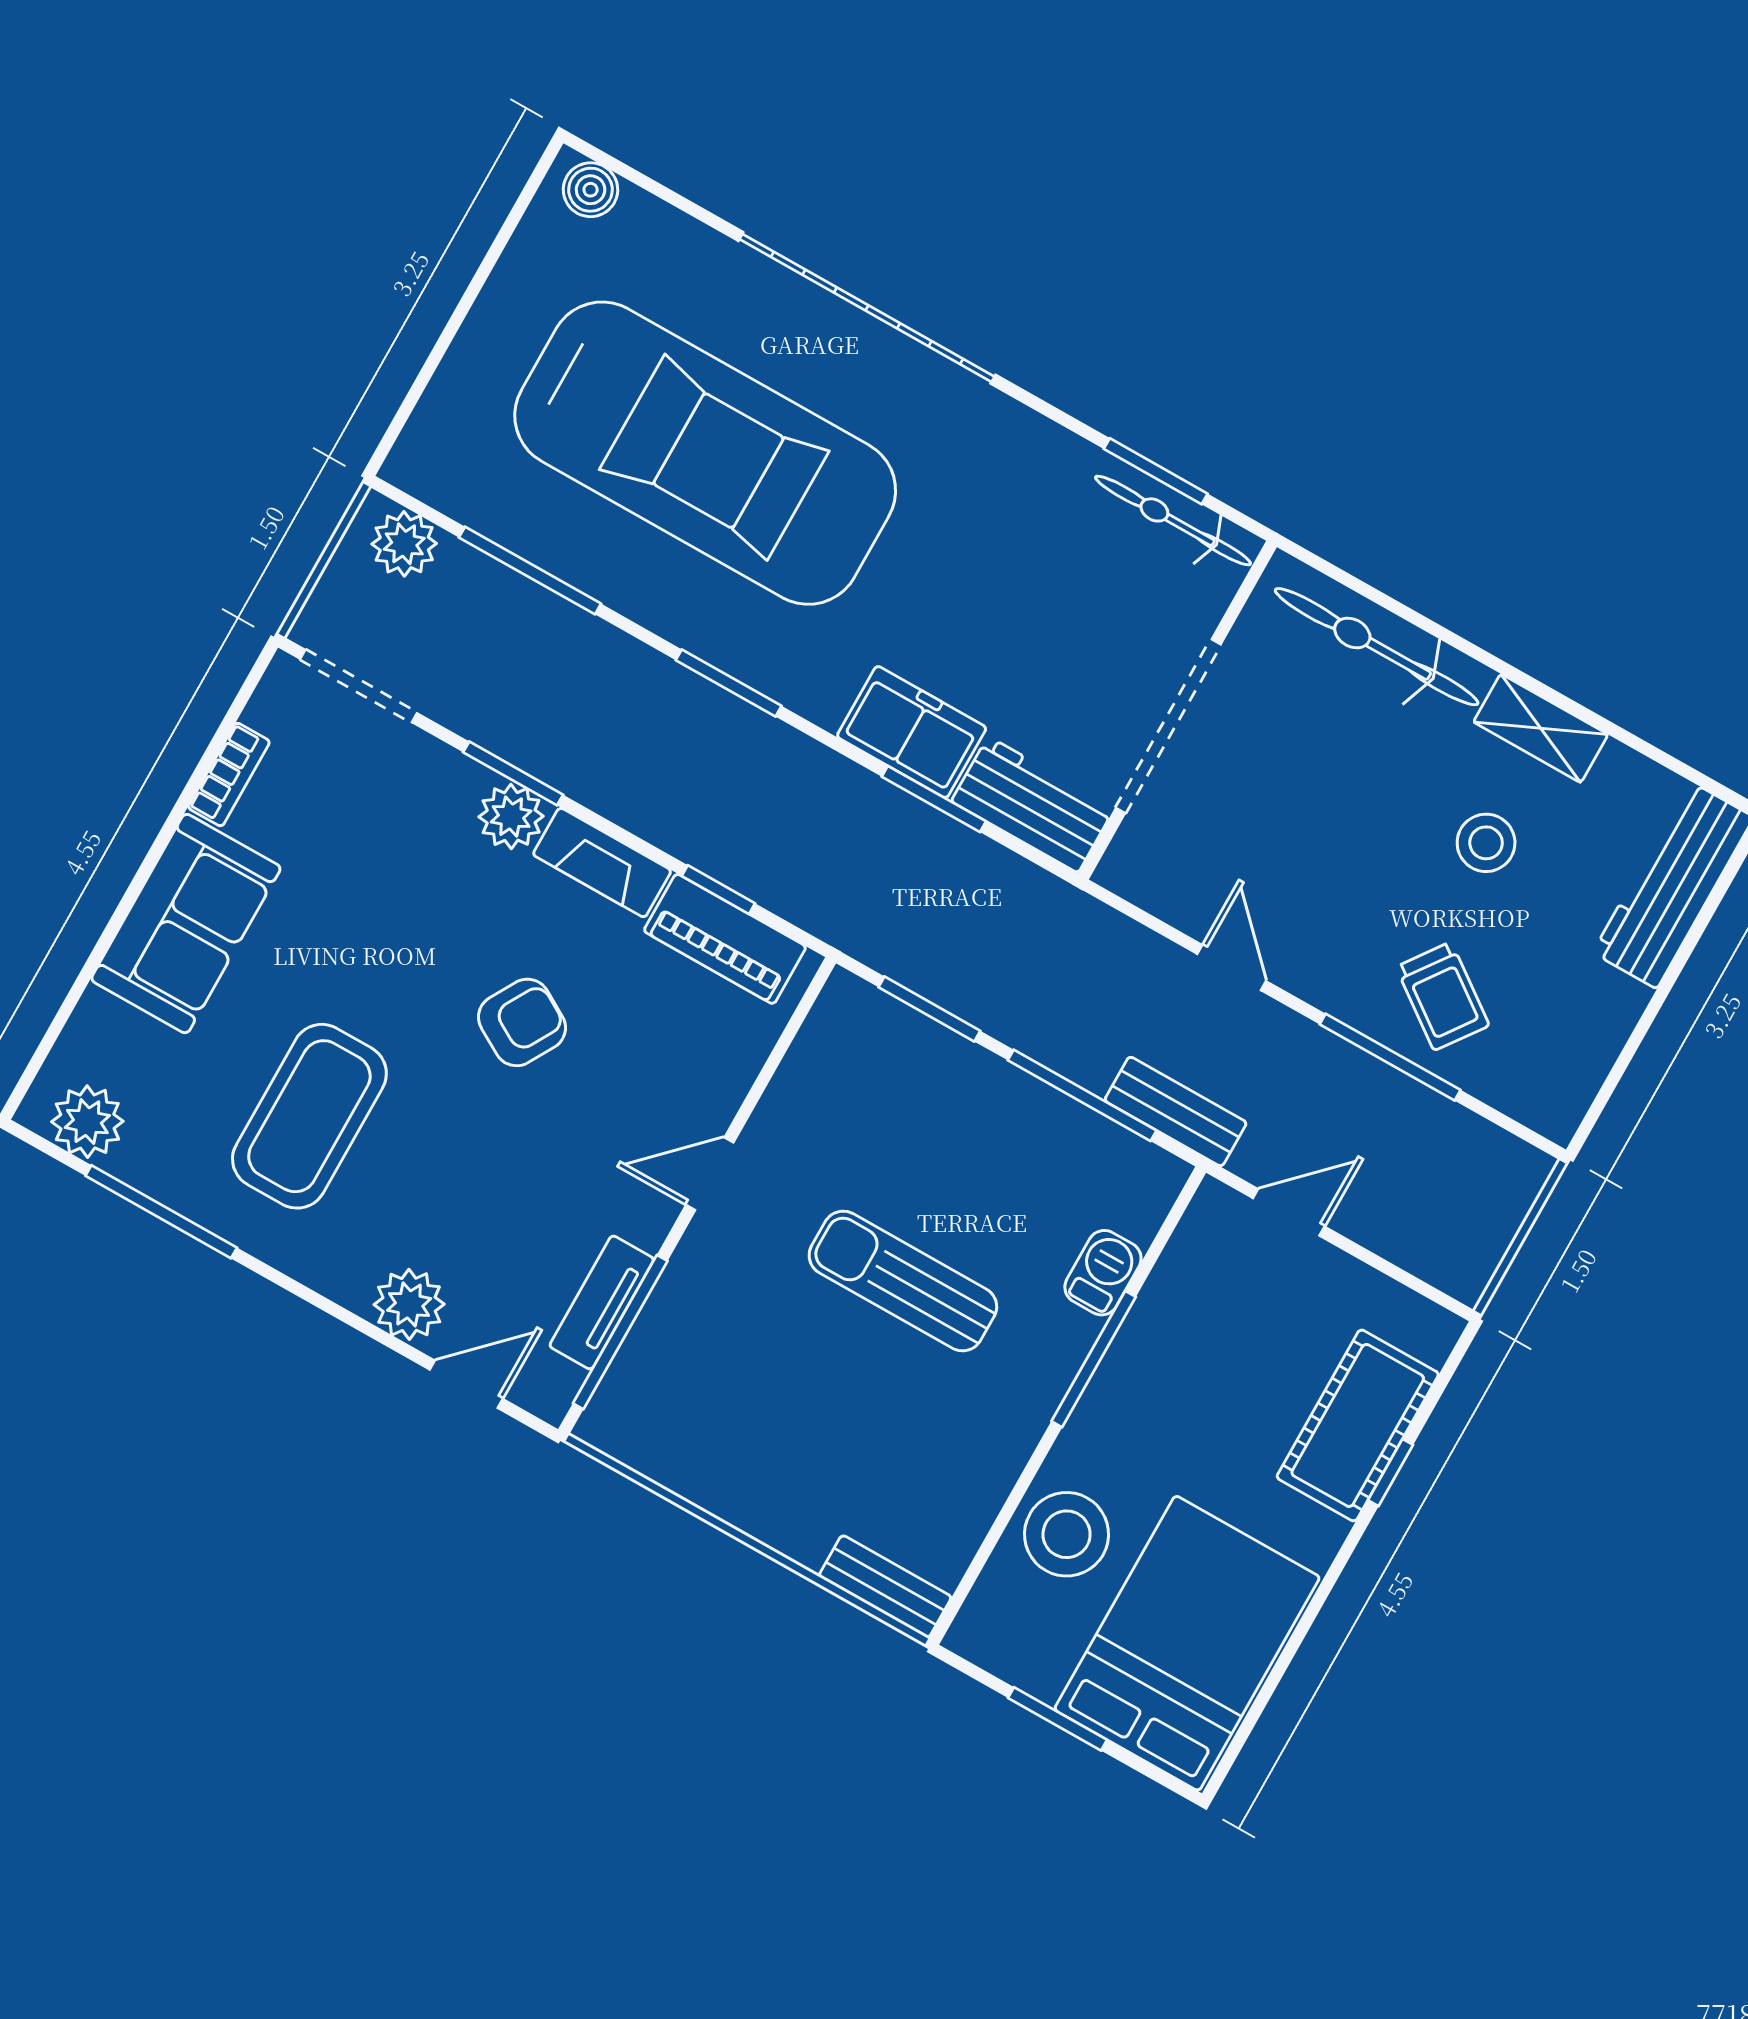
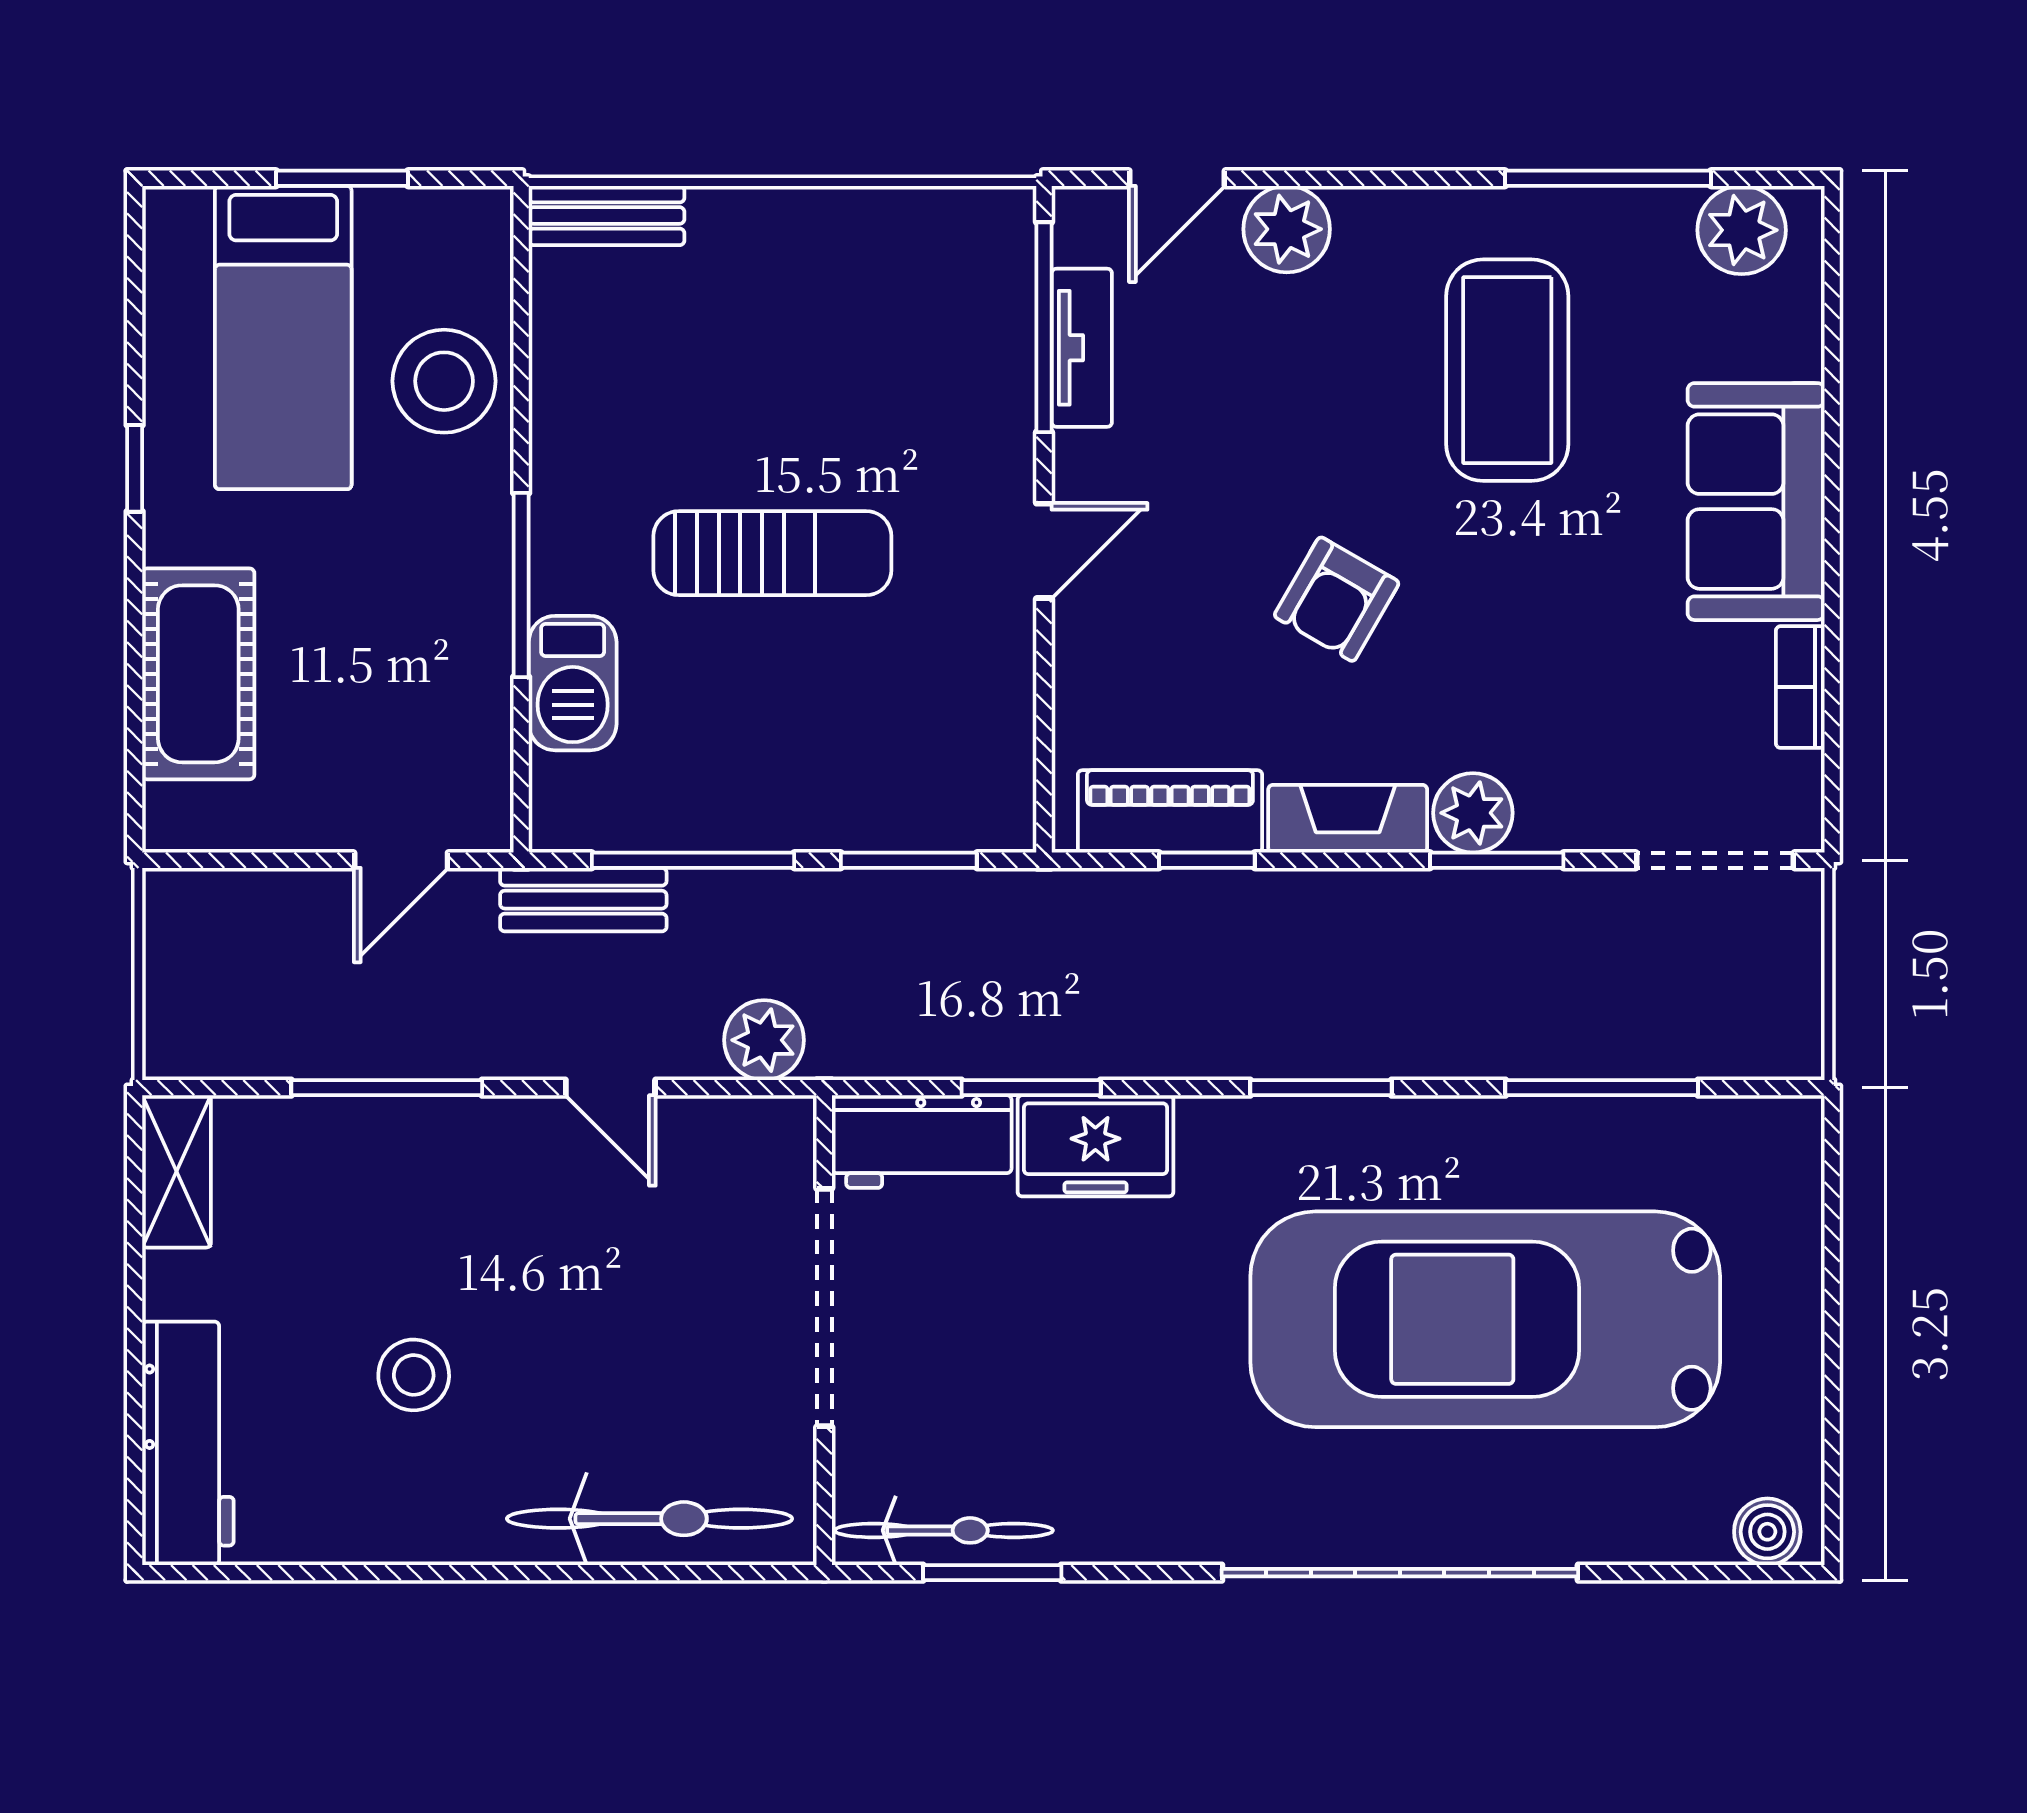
plant: (404, 544) -> (764, 1040), moved
shelving: (1541, 728) -> (177, 1171), moved, turned 90
trolley: (1443, 996) -> (367, 1185), removed
barbecue: (1103, 1273) -> (573, 683), width x1.38, depth x1.27
window: (1391, 1473) -> (135, 468), moved
bed: (1187, 1643) -> (283, 338), width x0.67

